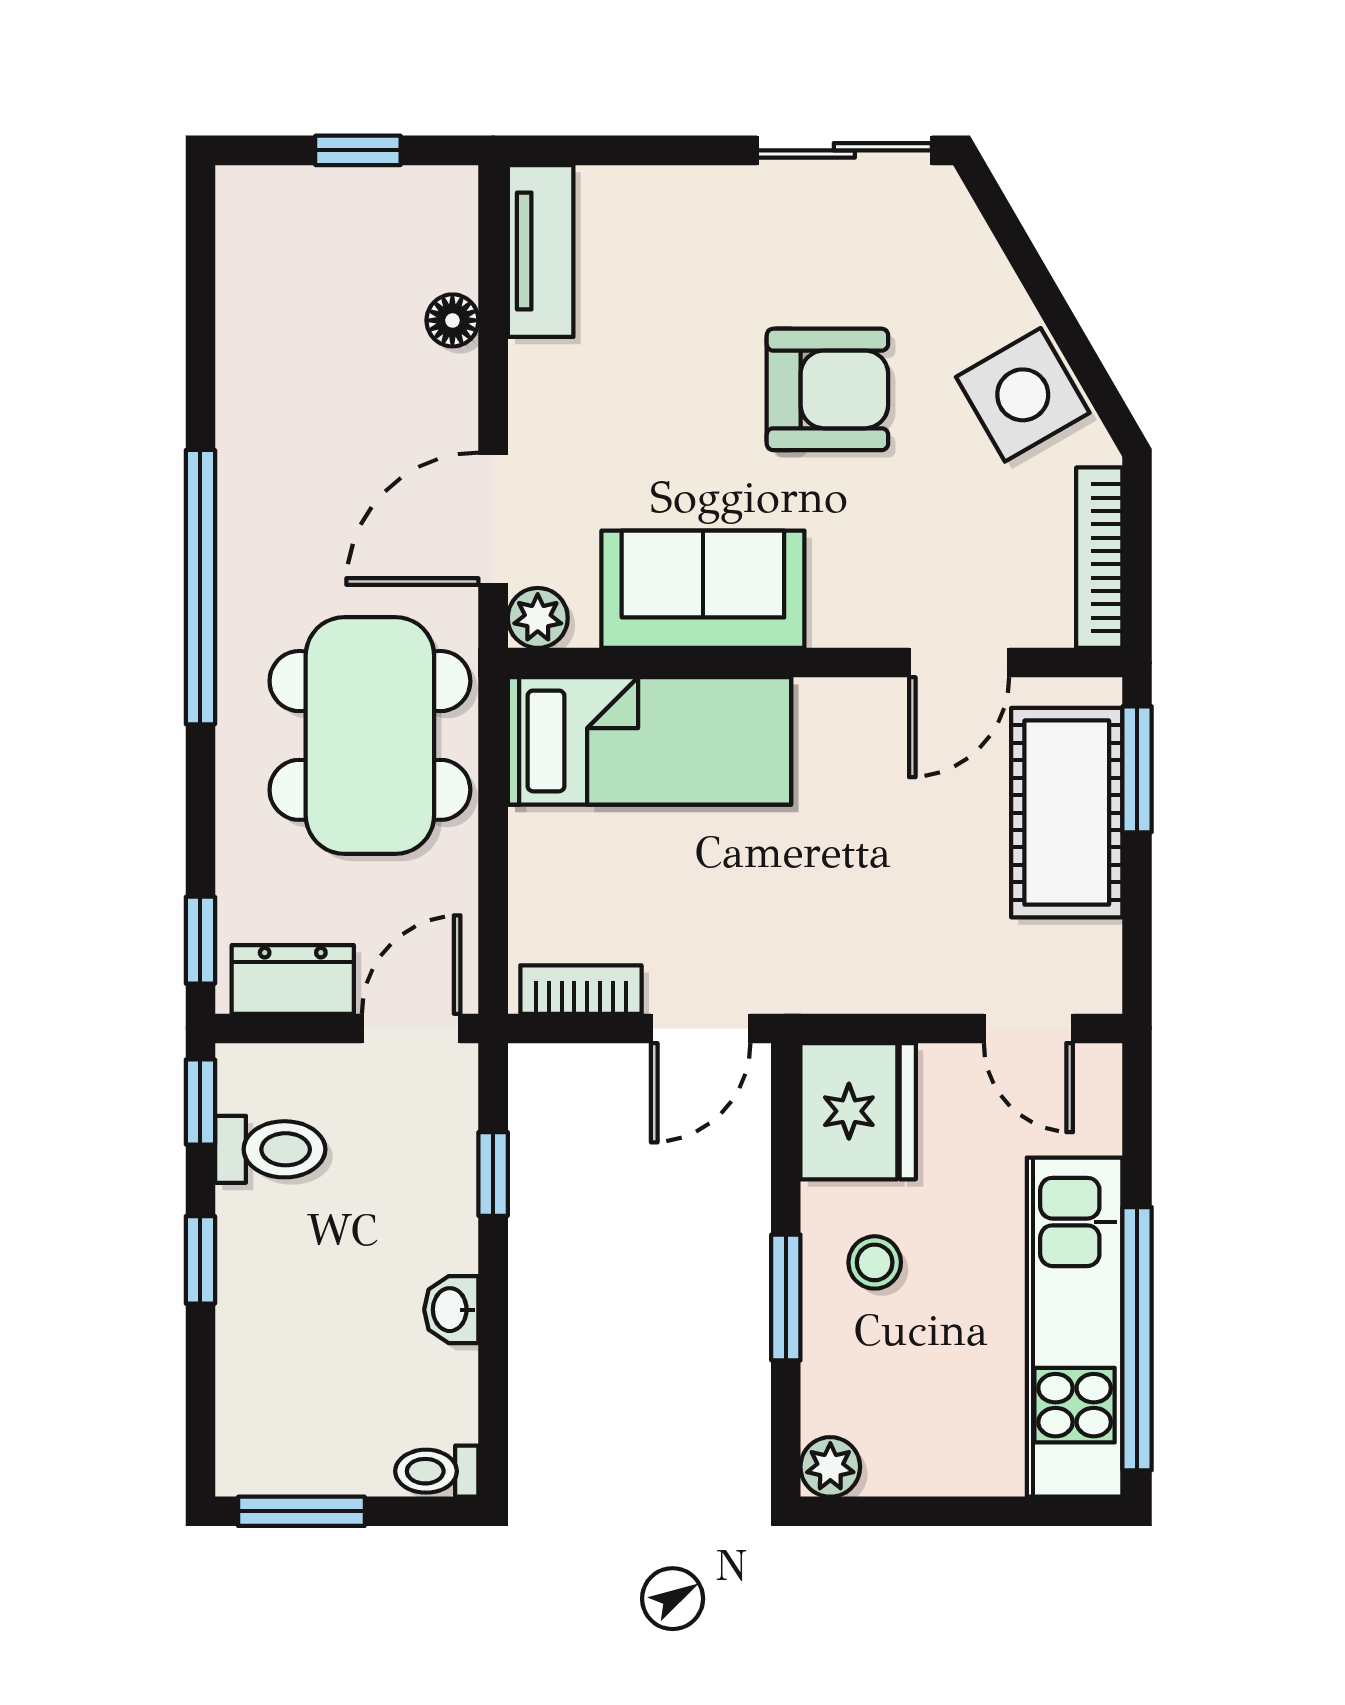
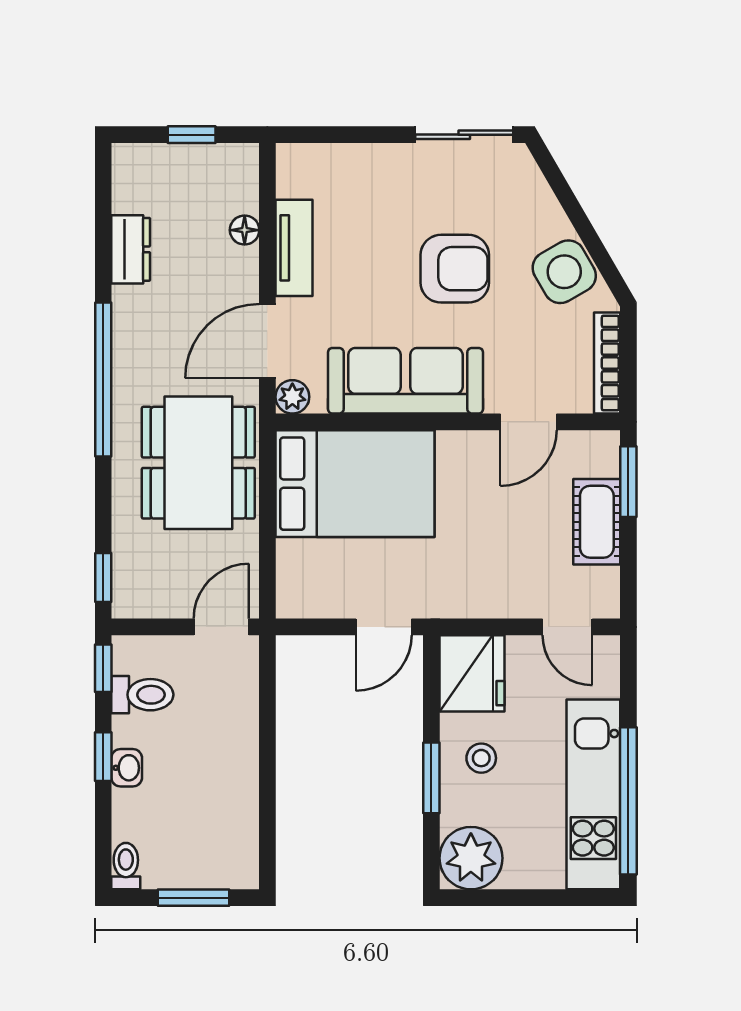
tv unit: (541, 251) -> (294, 248), moved
sofa: (703, 589) -> (405, 381), width x1.36
bed: (649, 741) -> (355, 484), width x1.50
cot: (1067, 813) -> (597, 522), width x0.73, depth x0.75
dresser: (293, 979) -> (131, 249), moved, turned 90
bookcase: (581, 990) -> (317, 605), removed
window: (493, 1174) -> (267, 709), removed
washbasin: (451, 1310) -> (127, 768), moved, turned 180
plant: (830, 1467) -> (471, 858), width x1.88, depth x1.88
toilet: (437, 1471) -> (126, 866), moved, turned 90
window: (301, 1511) -> (194, 898), moved

